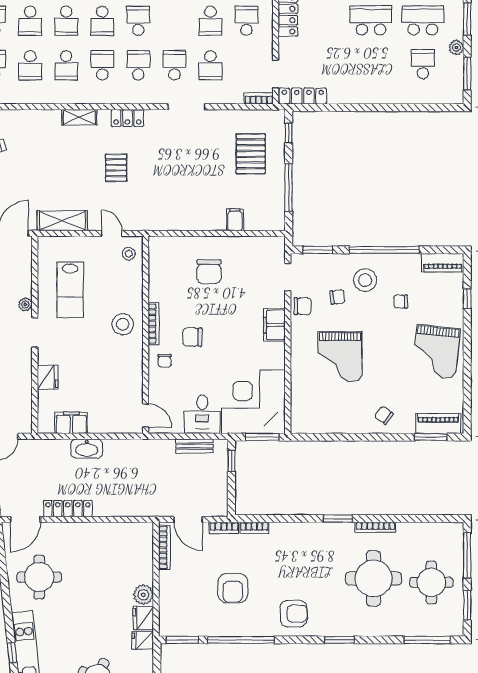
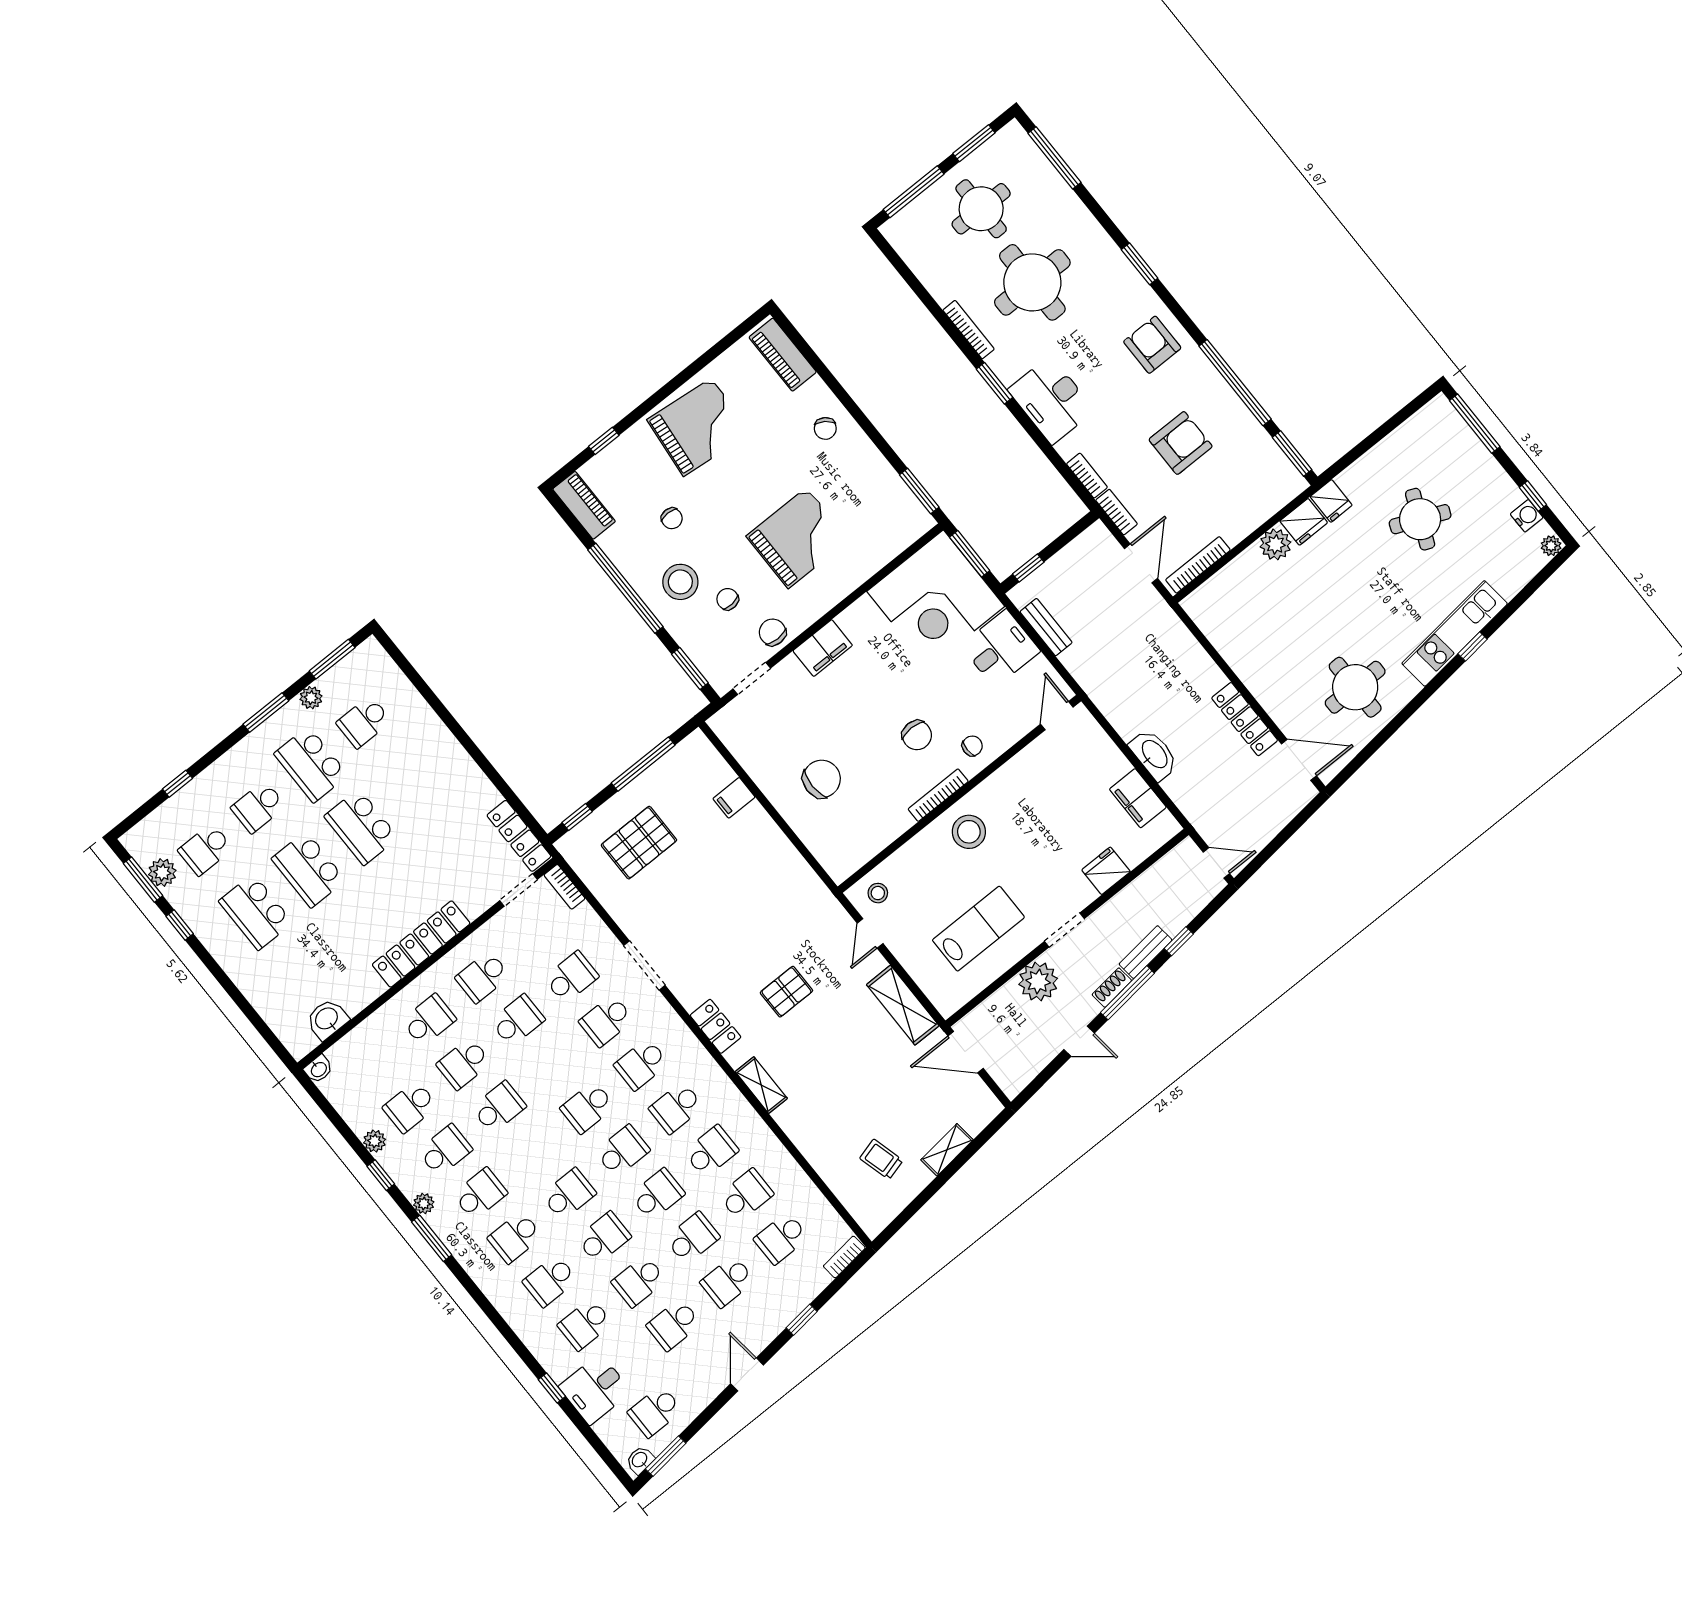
plant: (25, 304) -> (1038, 981), width x1.87, depth x1.87
window: (431, 437) -> (919, 491), moved
desk: (307, 540) -> (1051, 400), added

